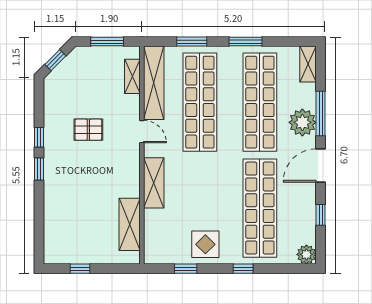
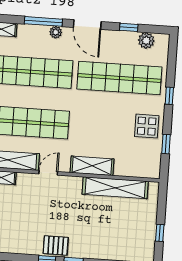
plant: (302, 122) -> (56, 32), width x0.53, depth x0.53
pallet: (88, 130) -> (56, 245), moved, turned 90
shelving: (130, 224) -> (115, 188), width x1.47
plant: (306, 254) -> (146, 41), moved

